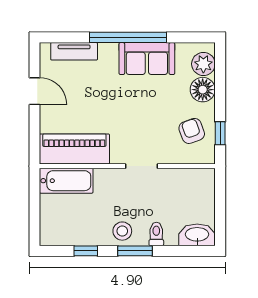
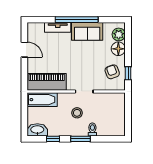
tv unit: (74, 51) -> (58, 27), moved
stool: (122, 231) -> (77, 113), moved
washbasin: (197, 235) -> (37, 130), moved

